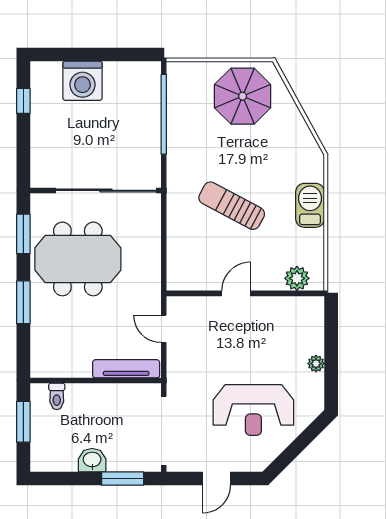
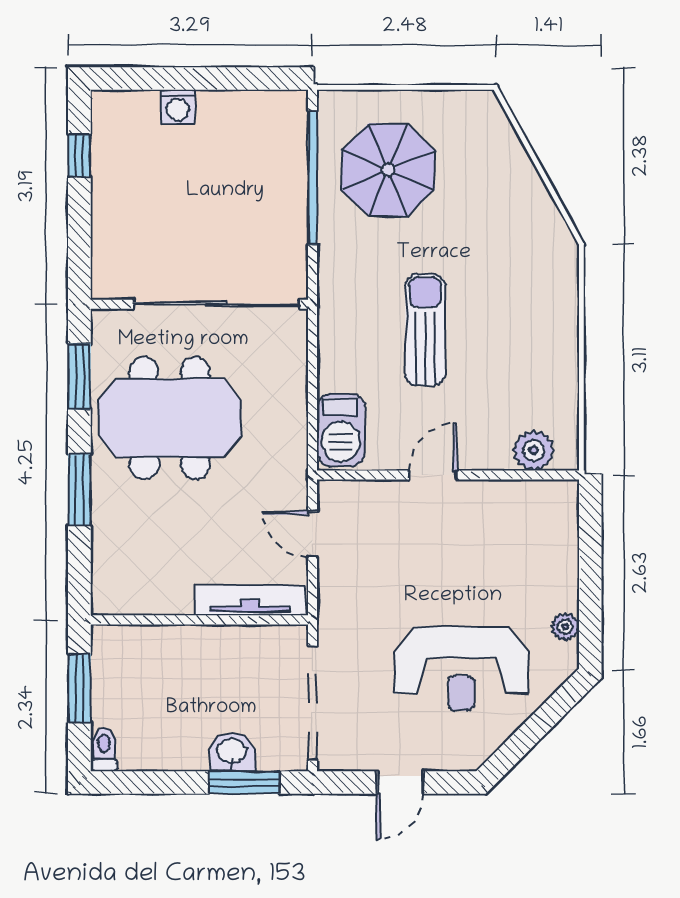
washing machine: (82, 81) -> (178, 107), width x0.53, depth x0.53
parasol: (243, 96) -> (388, 170), moved
barbecue: (310, 205) -> (341, 430), moved, turned 180
sun lounger: (232, 206) -> (425, 330), turned 62
plant: (316, 364) -> (565, 627), moved
toilet: (57, 396) -> (104, 749), moved, turned 180
washbasin: (92, 460) -> (232, 752), moved

